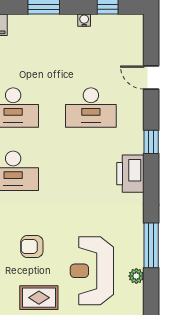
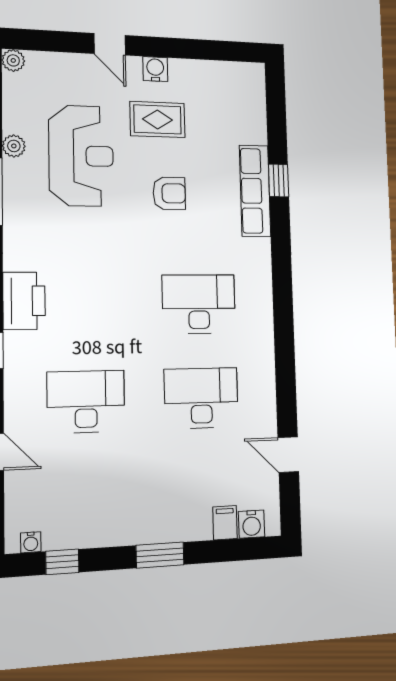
water cooler: (84, 20) -> (31, 542), moved

